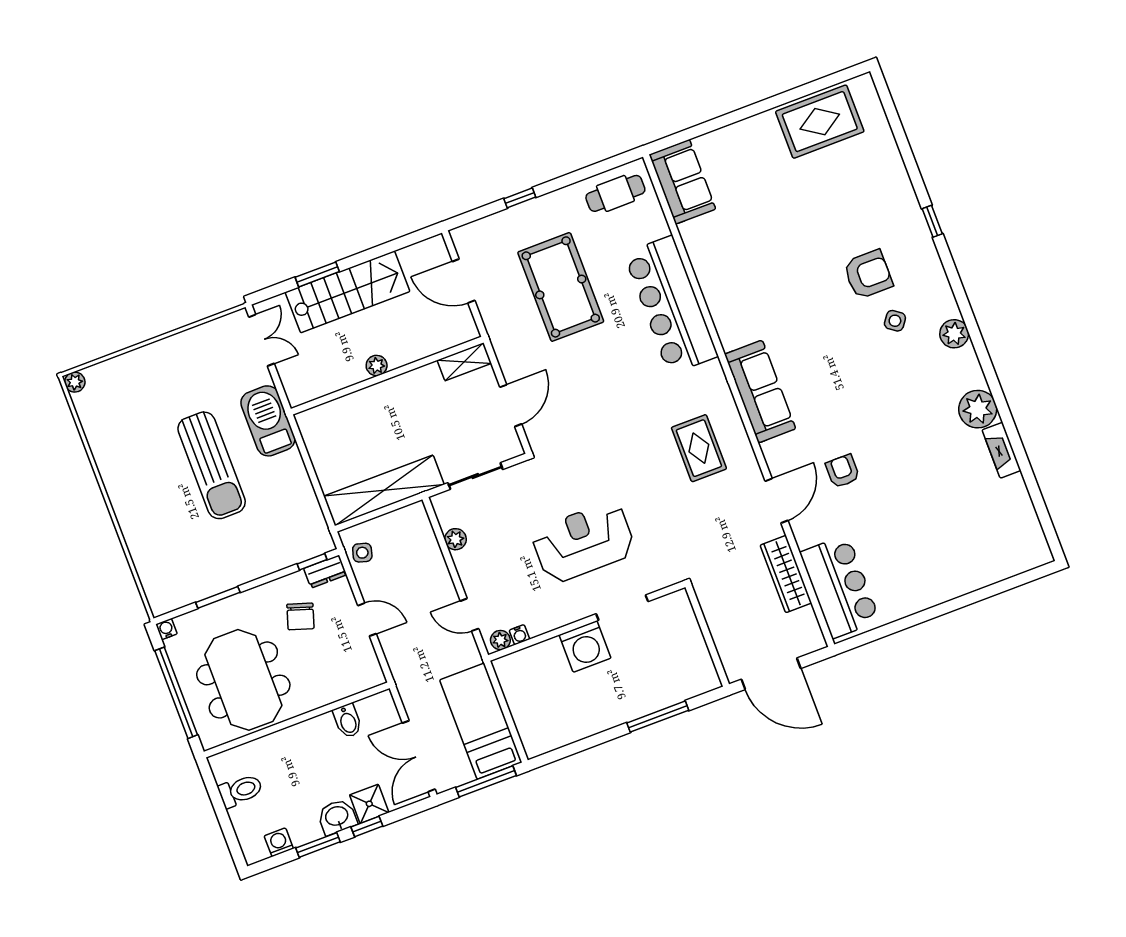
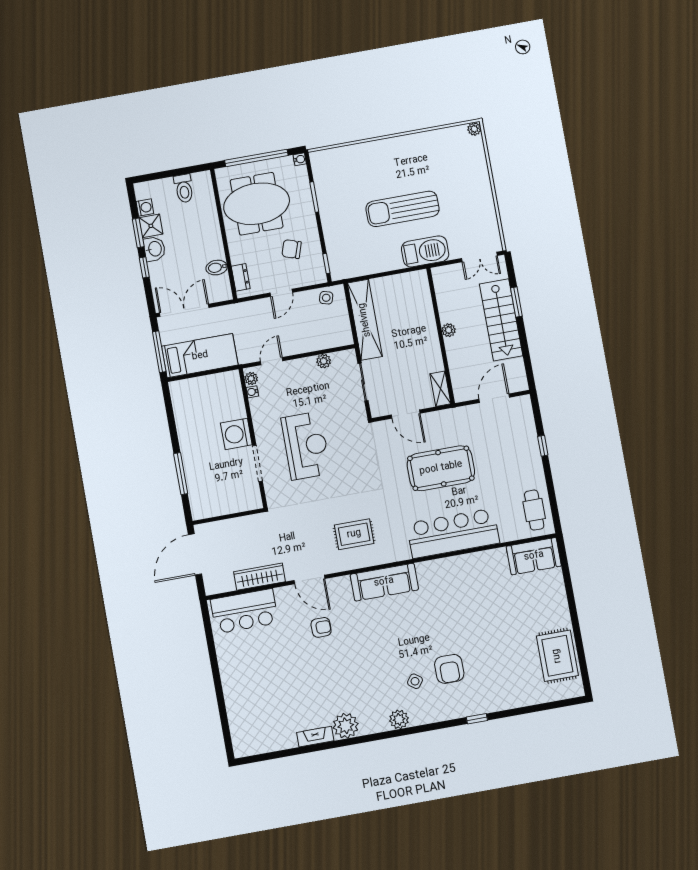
pool table: (561, 287) -> (441, 468), moved
dresser: (325, 572) -> (241, 277), moved, turned 180
shower: (369, 804) -> (151, 226), moved

